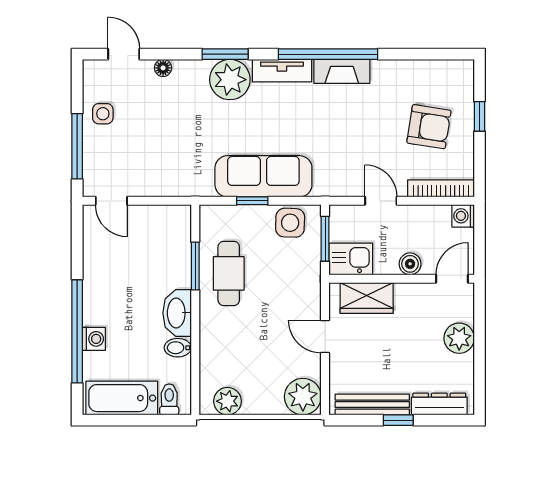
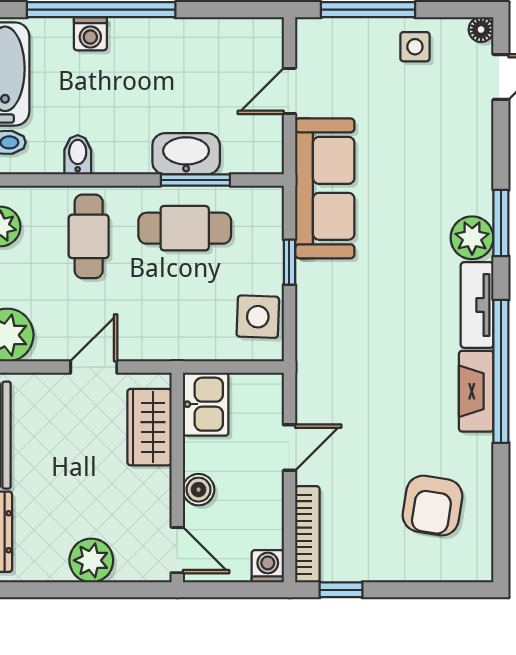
floor lamp: (163, 68) -> (481, 30), moved
plant: (230, 80) -> (472, 238), width x0.73, depth x0.73
window: (480, 116) -> (341, 590), moved
armchair: (429, 127) -> (432, 506), moved
sofa: (263, 176) -> (325, 188), moved
door: (111, 201) -> (289, 91), moved
window: (325, 239) -> (235, 367), removed
washbasin: (177, 313) -> (186, 154), moved
cafe table: (234, 340) -> (89, 236), added

